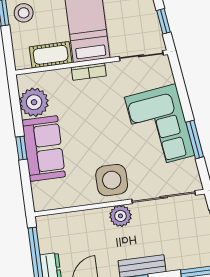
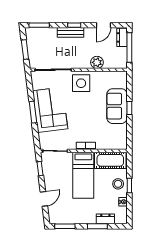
cot: (51, 55) -> (110, 160), width x1.37, depth x1.34
plant: (34, 102) -> (119, 133), removed
window: (195, 139) -> (33, 112), moved
plant: (120, 216) -> (97, 62), moved

